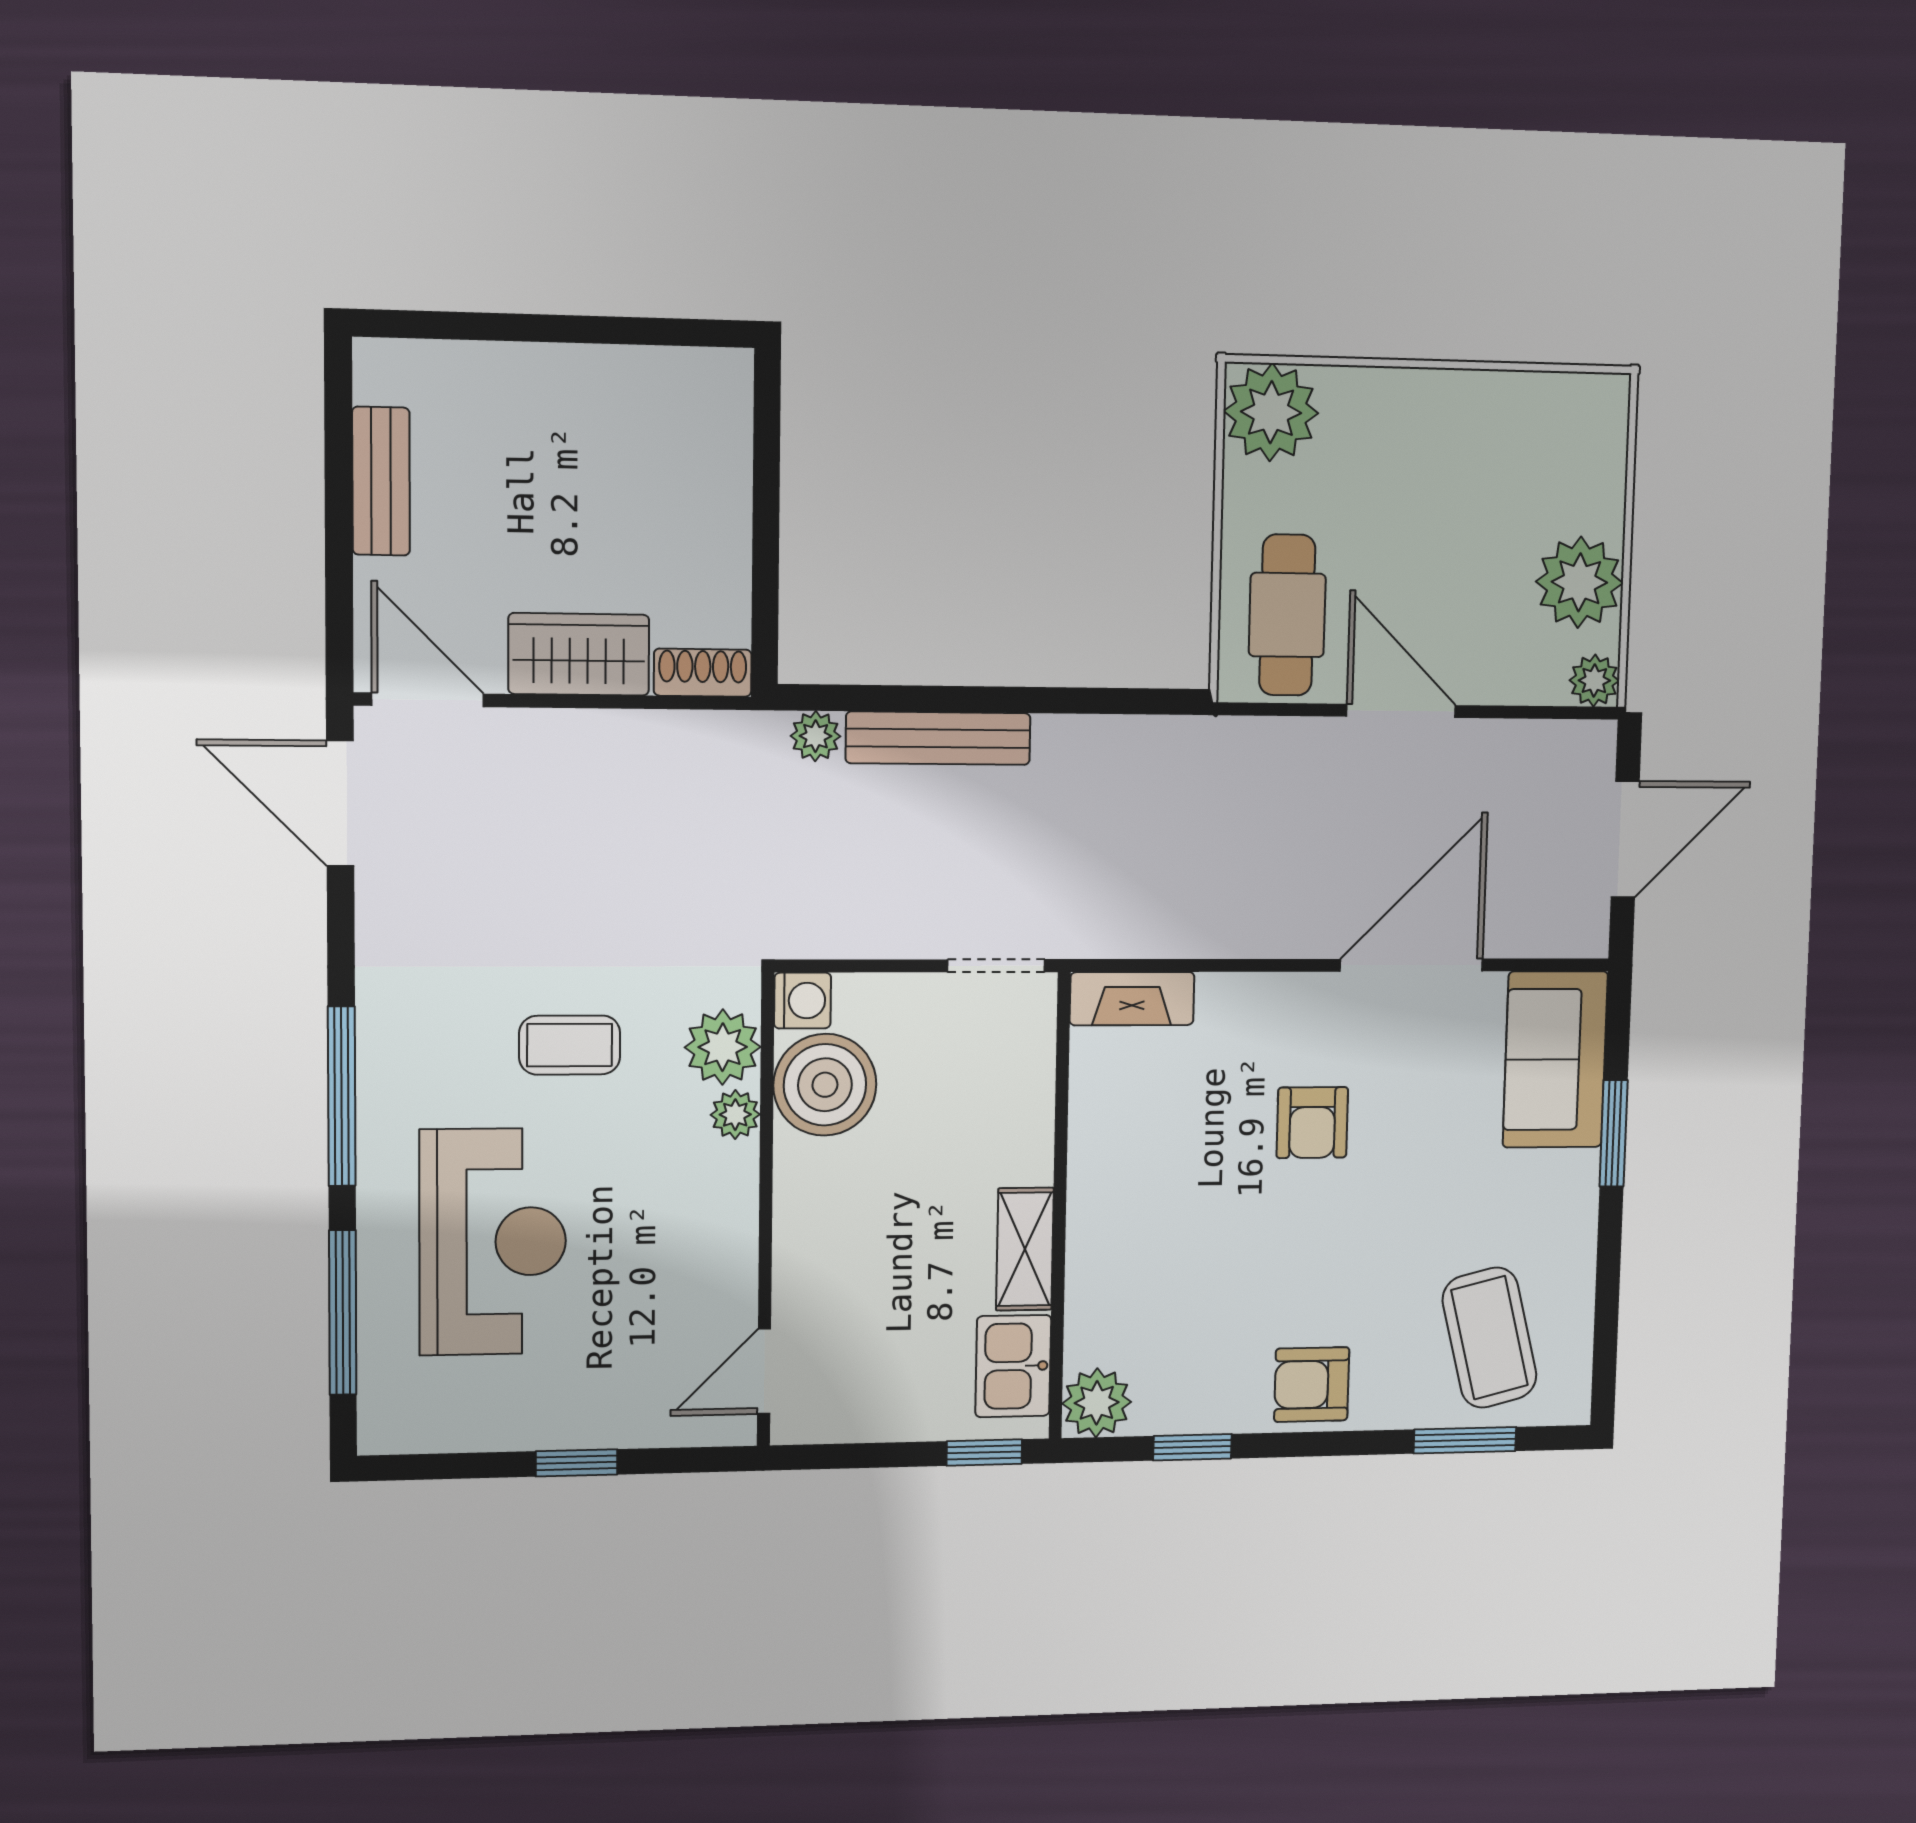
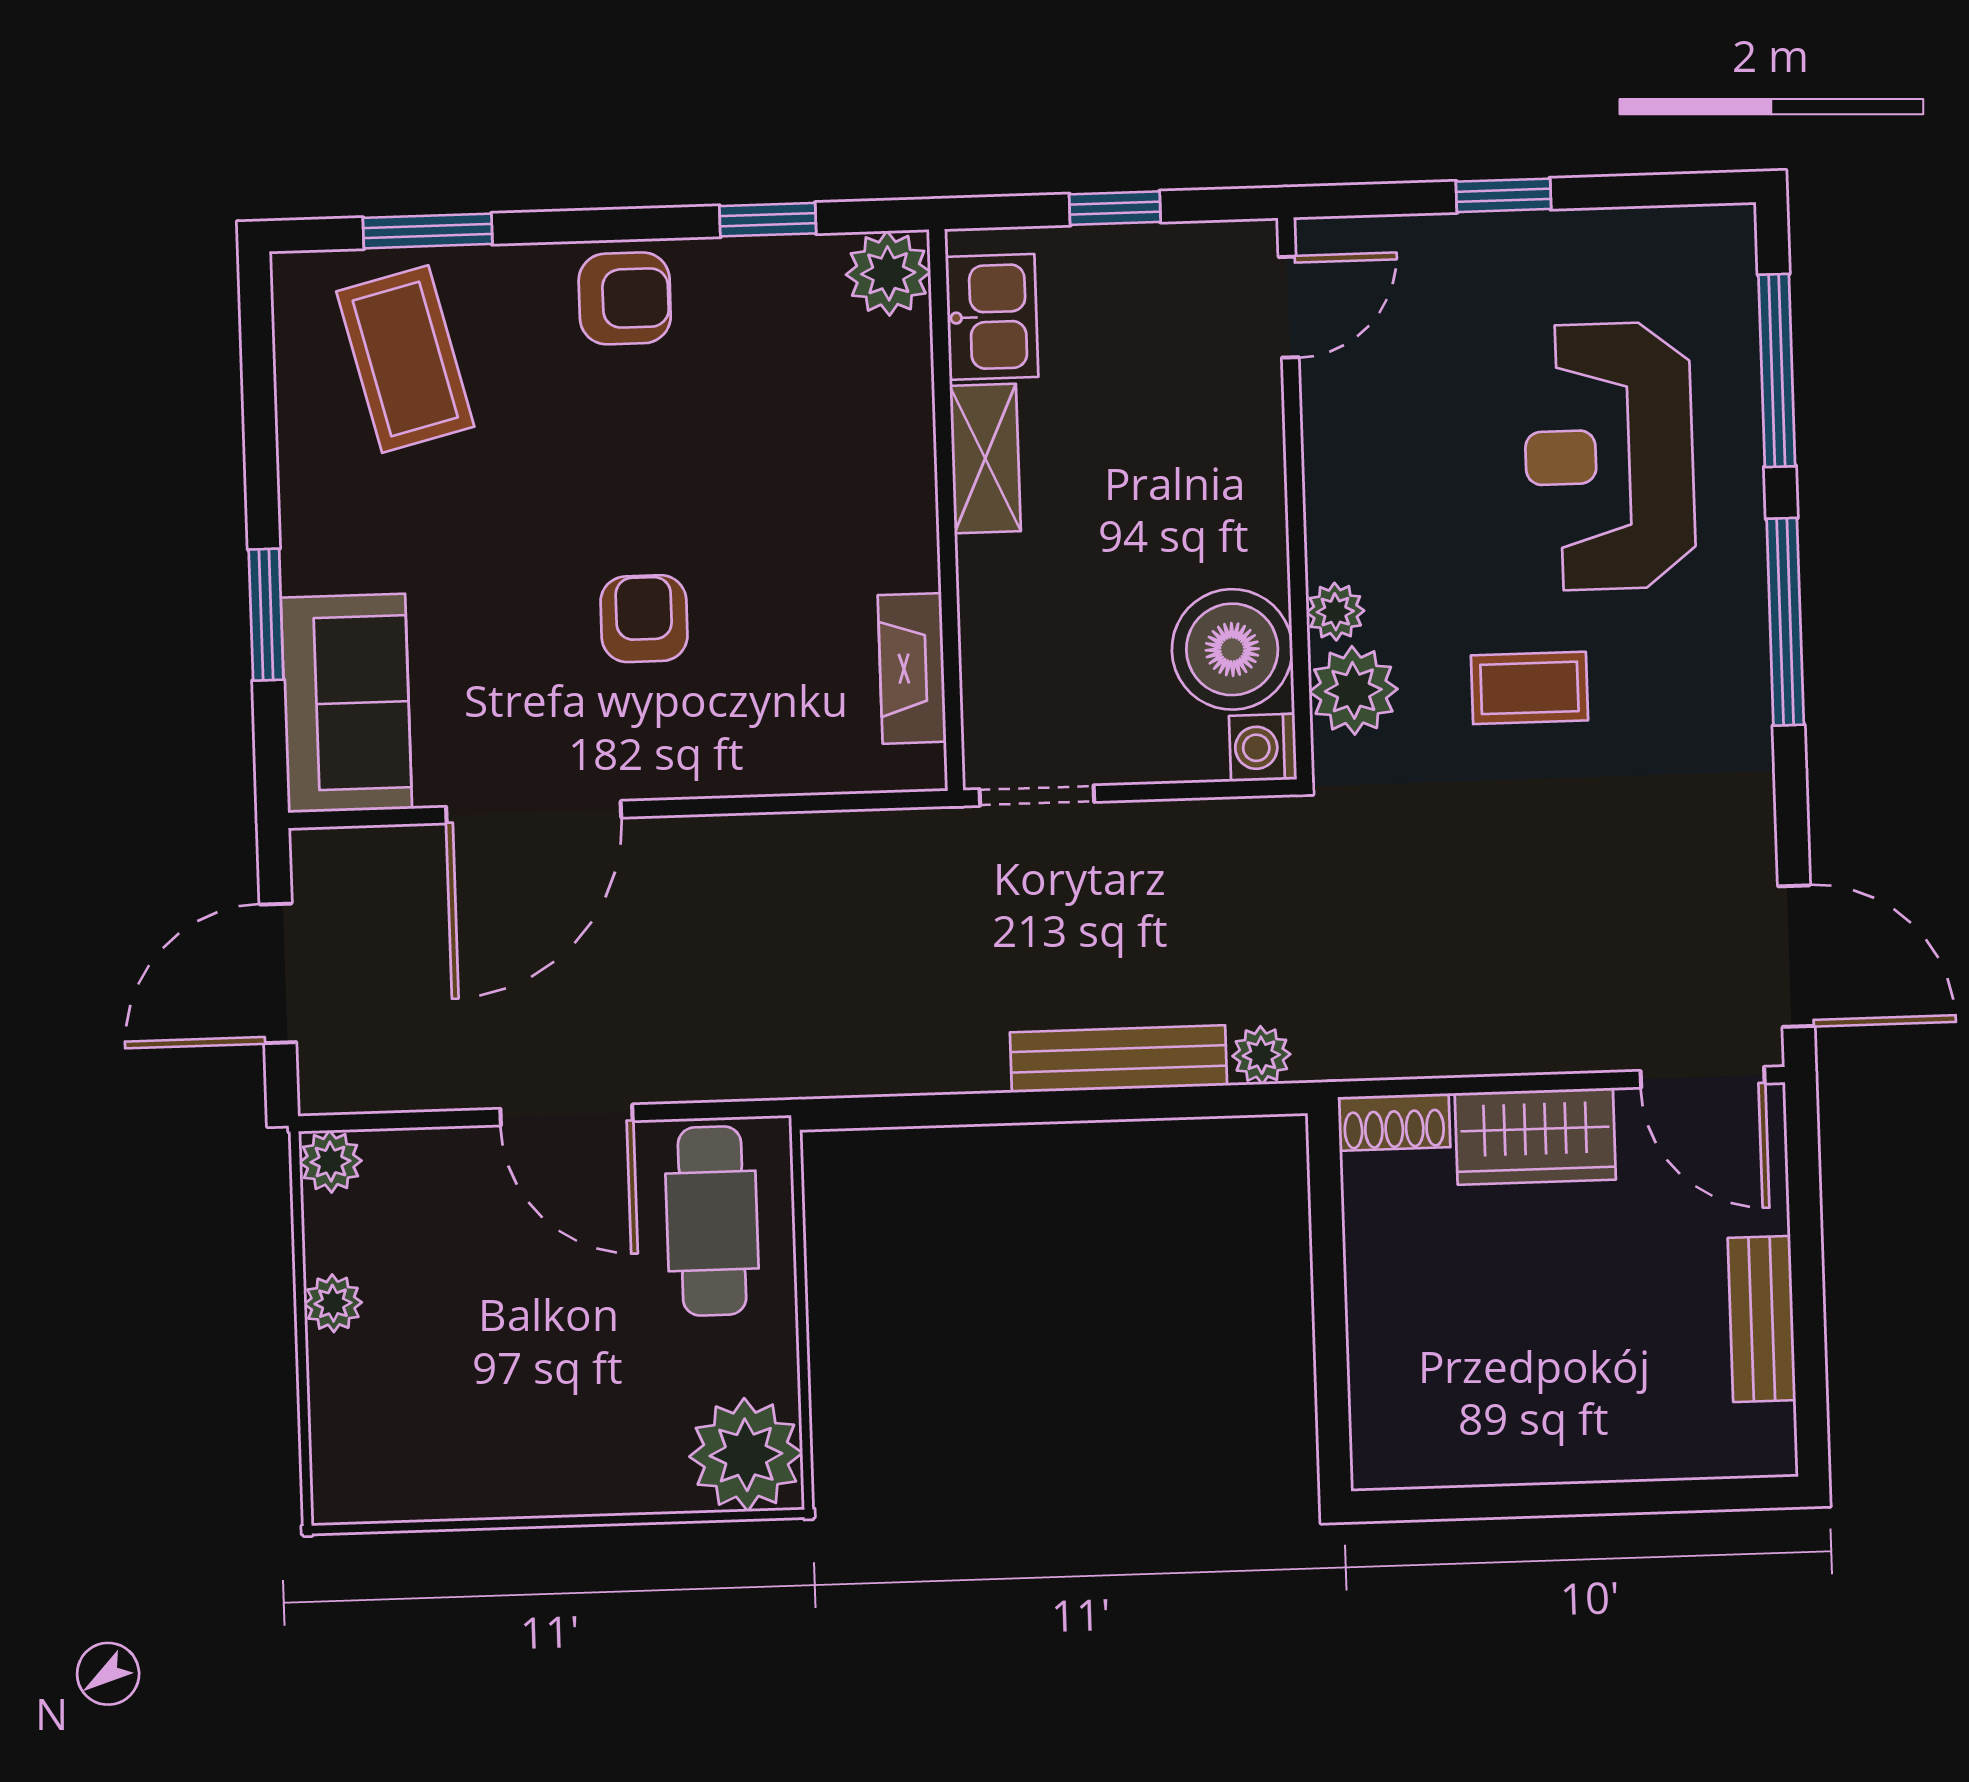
plant: (1579, 582) -> (333, 1303), width x0.53, depth x0.53
fireplace: (1132, 999) -> (912, 668), moved, turned -90
window: (984, 1453) -> (1115, 208), moved

